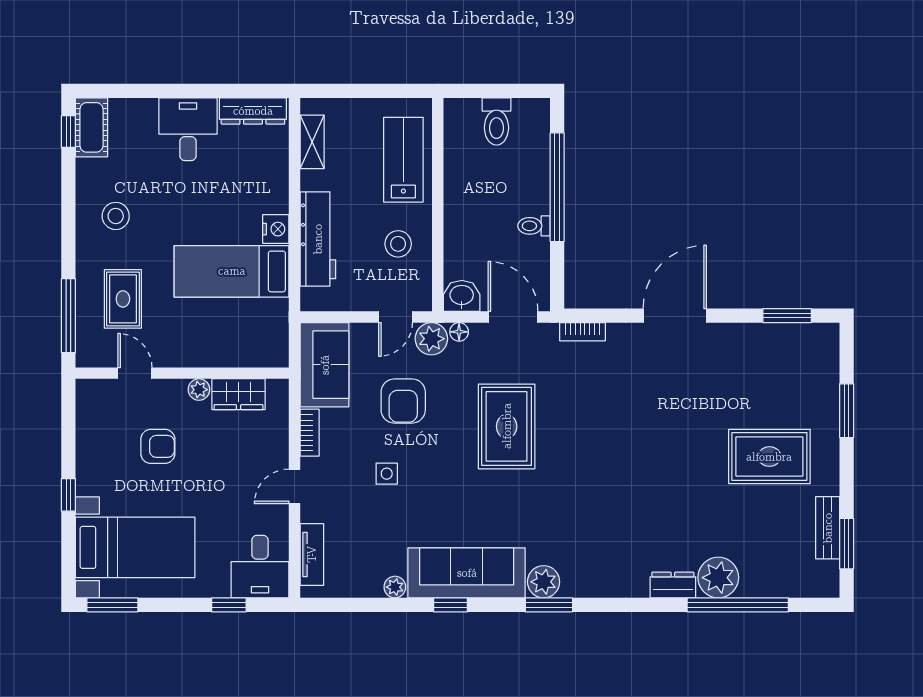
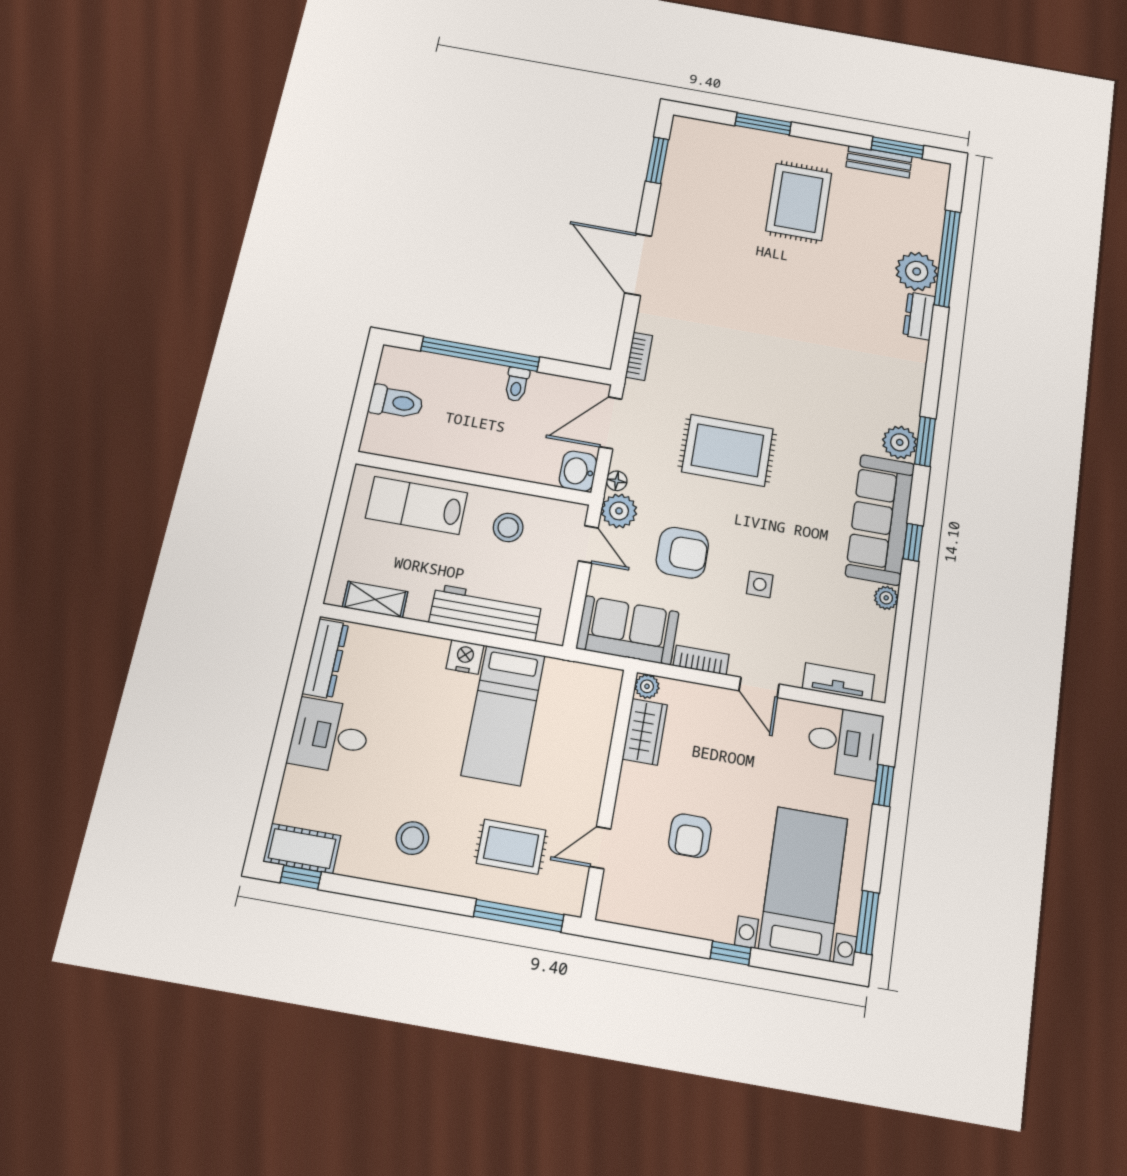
plant: (199, 390) -> (647, 686), moved
armchair: (158, 446) -> (690, 836), turned 180

